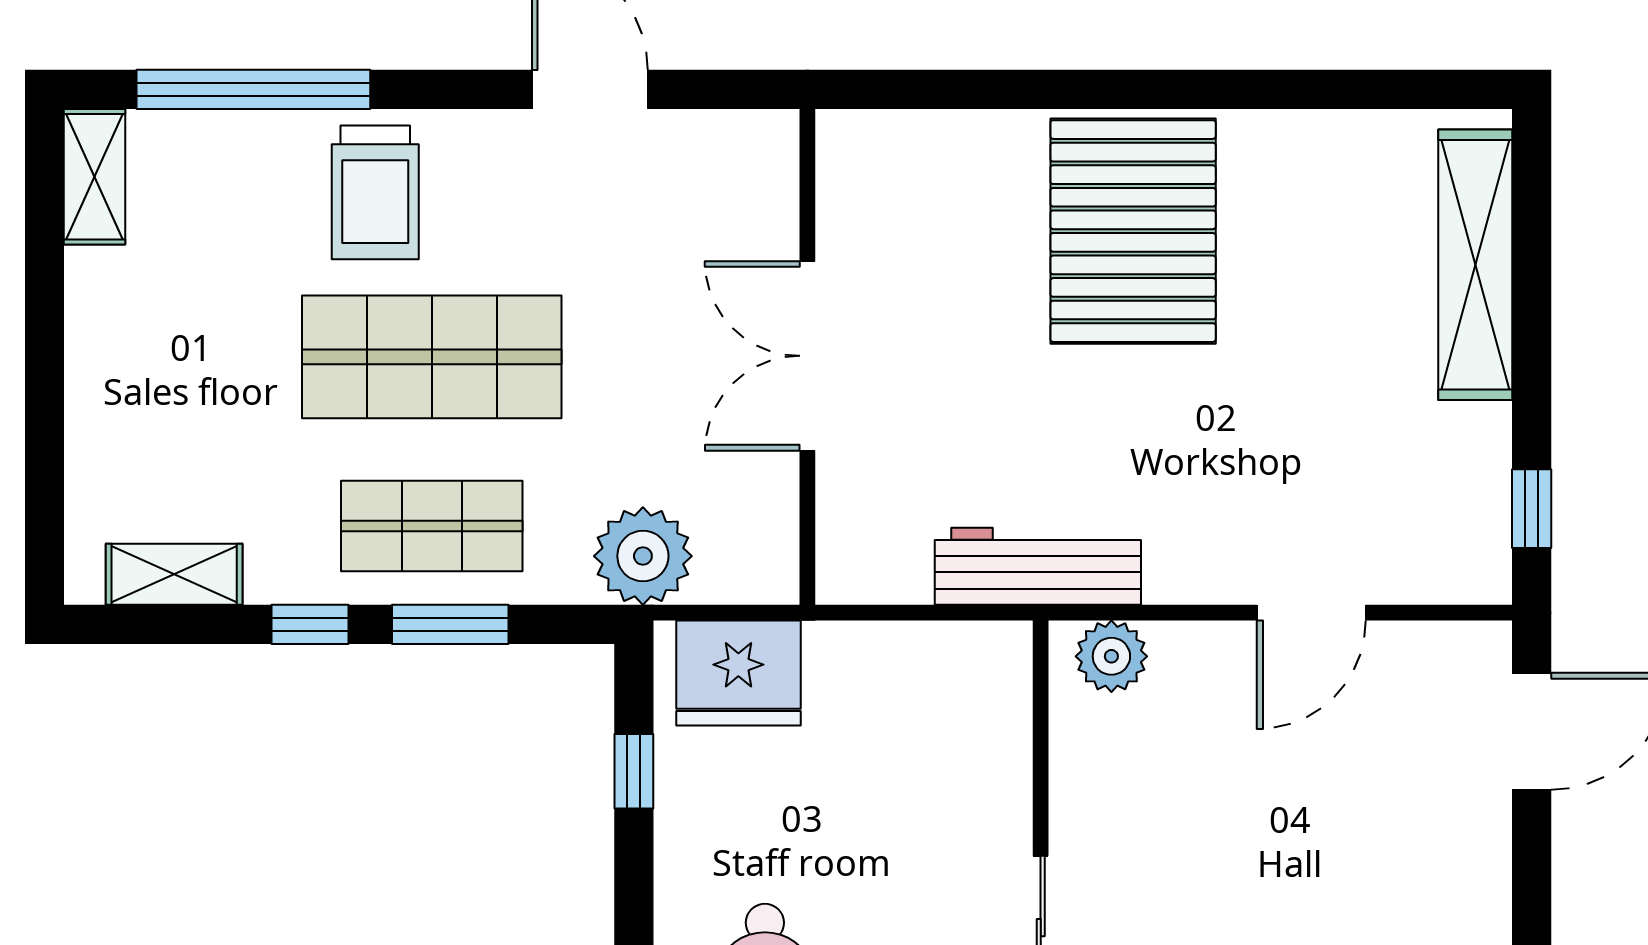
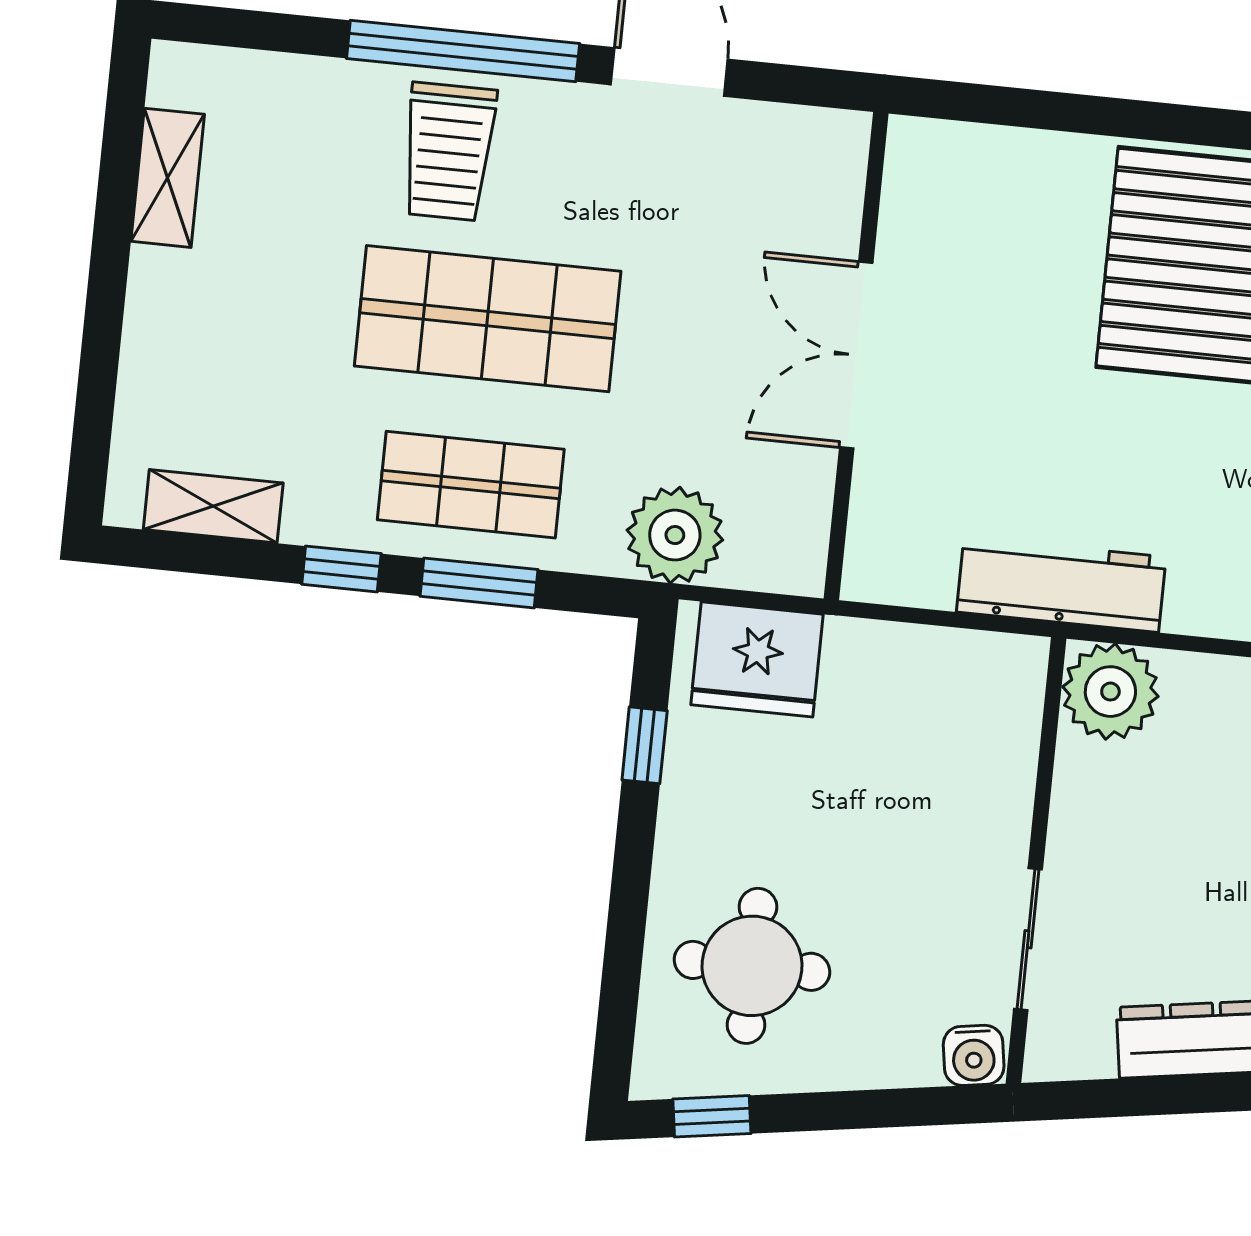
window: (253, 89) -> (463, 51), moved
shelving: (94, 177) -> (168, 178), moved
plant: (1111, 656) -> (1110, 692), width x1.36, depth x1.36

